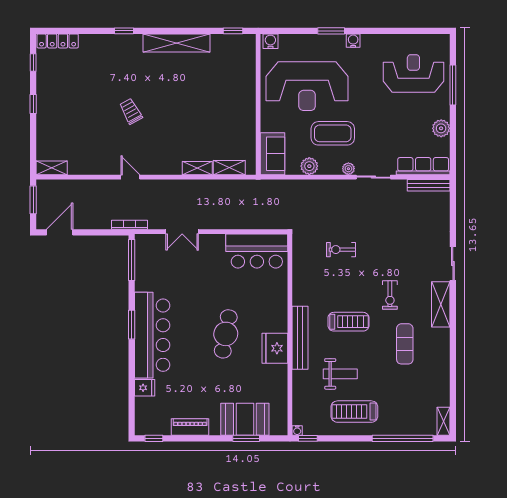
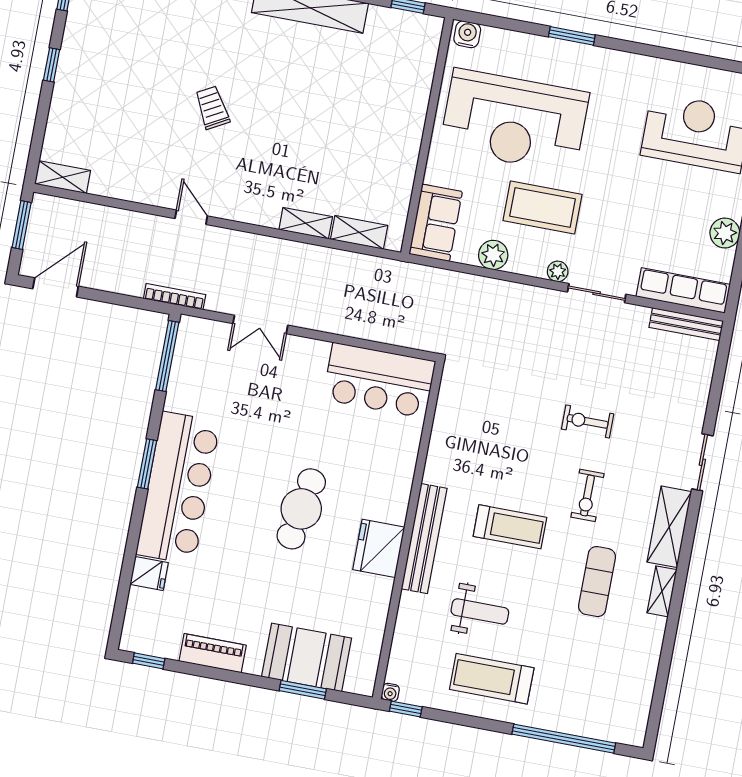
water cooler: (353, 41) -> (605, 59), removed
exercise bike: (341, 250) -> (588, 421), moved
shelving: (443, 421) -> (662, 591), moved

